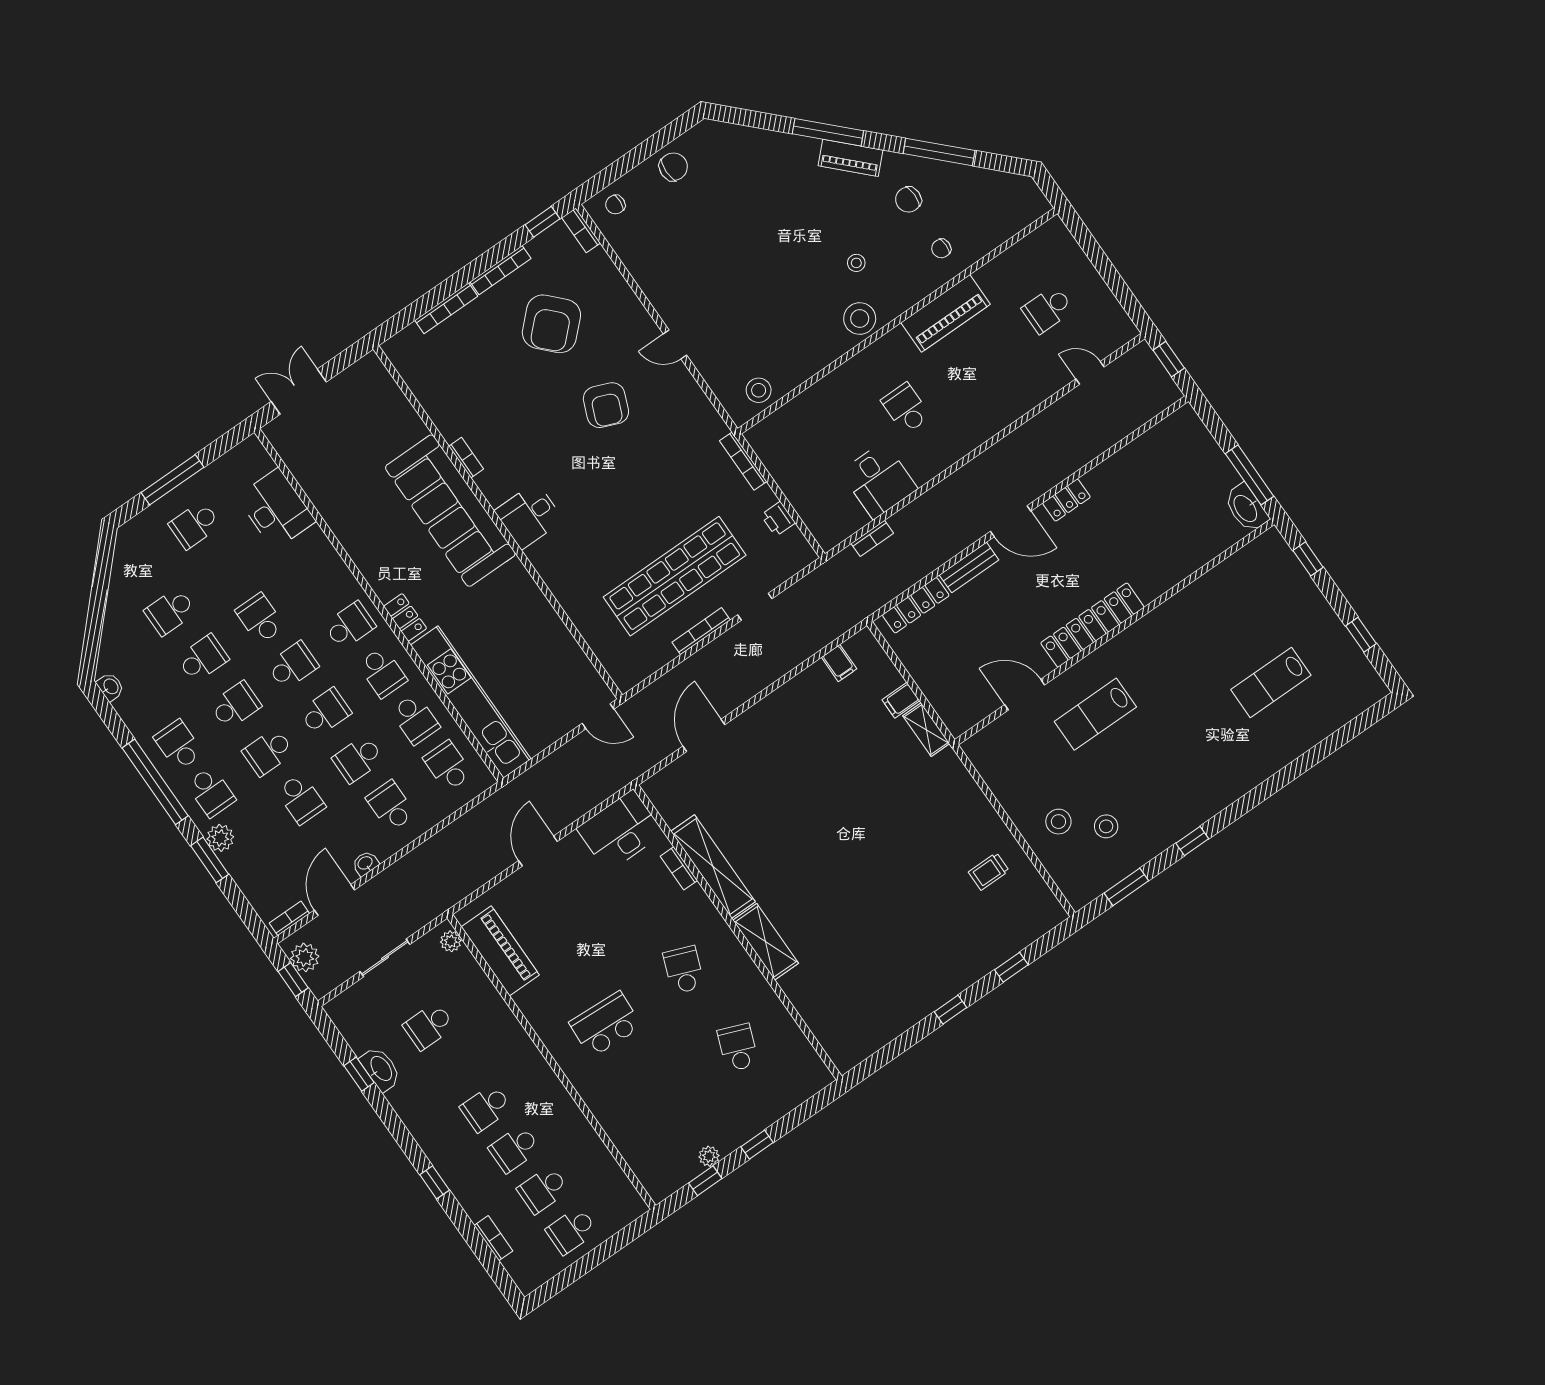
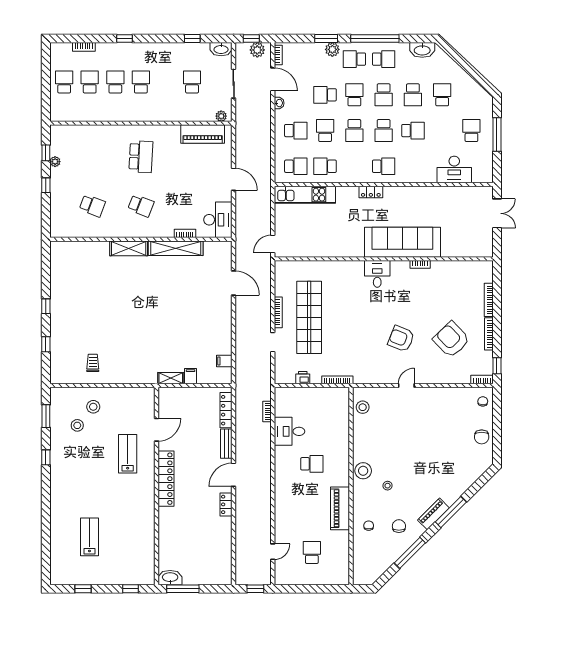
school desk: (350, 625) -> (384, 166), turned -90
school desk: (382, 672) -> (354, 166), removed
washbasin: (110, 687) -> (422, 50), width x1.91, depth x1.45
kitchen unit: (471, 702) -> (305, 195), width x0.73
washbasin: (381, 1069) -> (221, 49), moved

